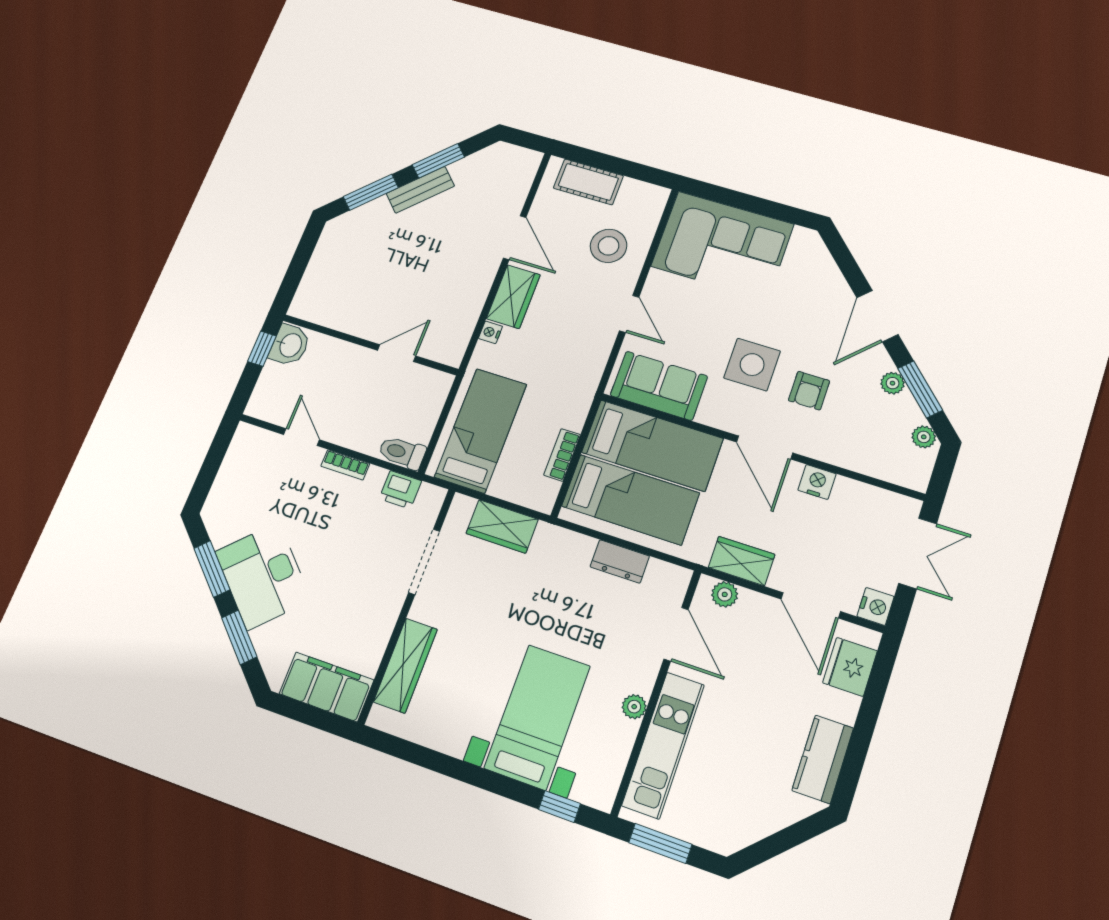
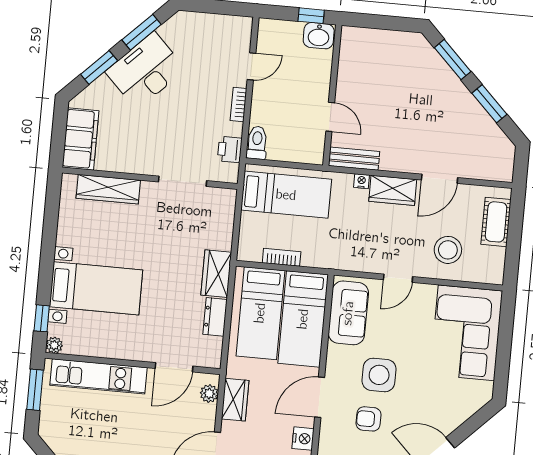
bench: (420, 190) -> (354, 159), moved, turned -45
wardrobe: (502, 526) -> (216, 274), moved
plant: (634, 707) -> (54, 345), moved

